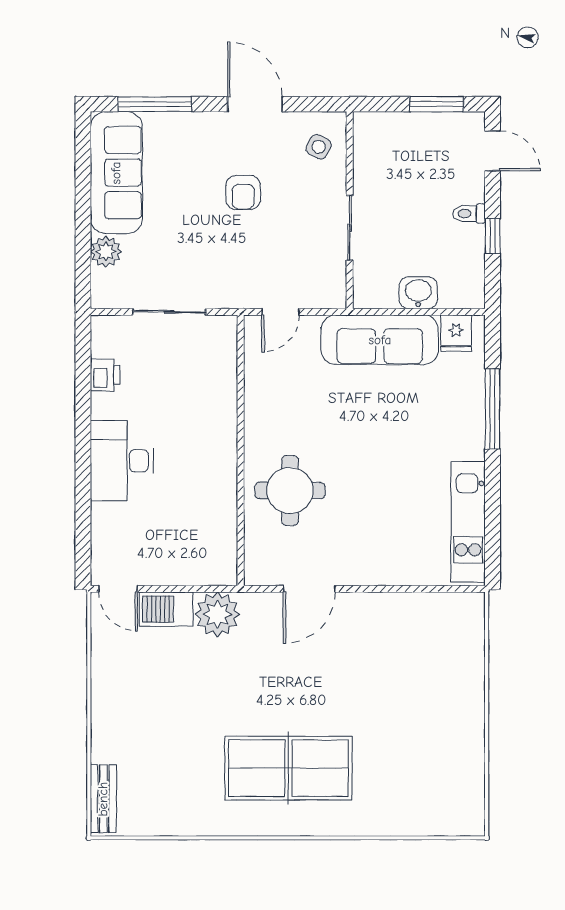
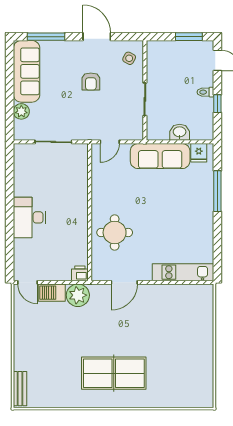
printer: (105, 375) -> (80, 273), moved, turned -90
kitchen unit: (468, 522) -> (183, 272), moved, turned 90

